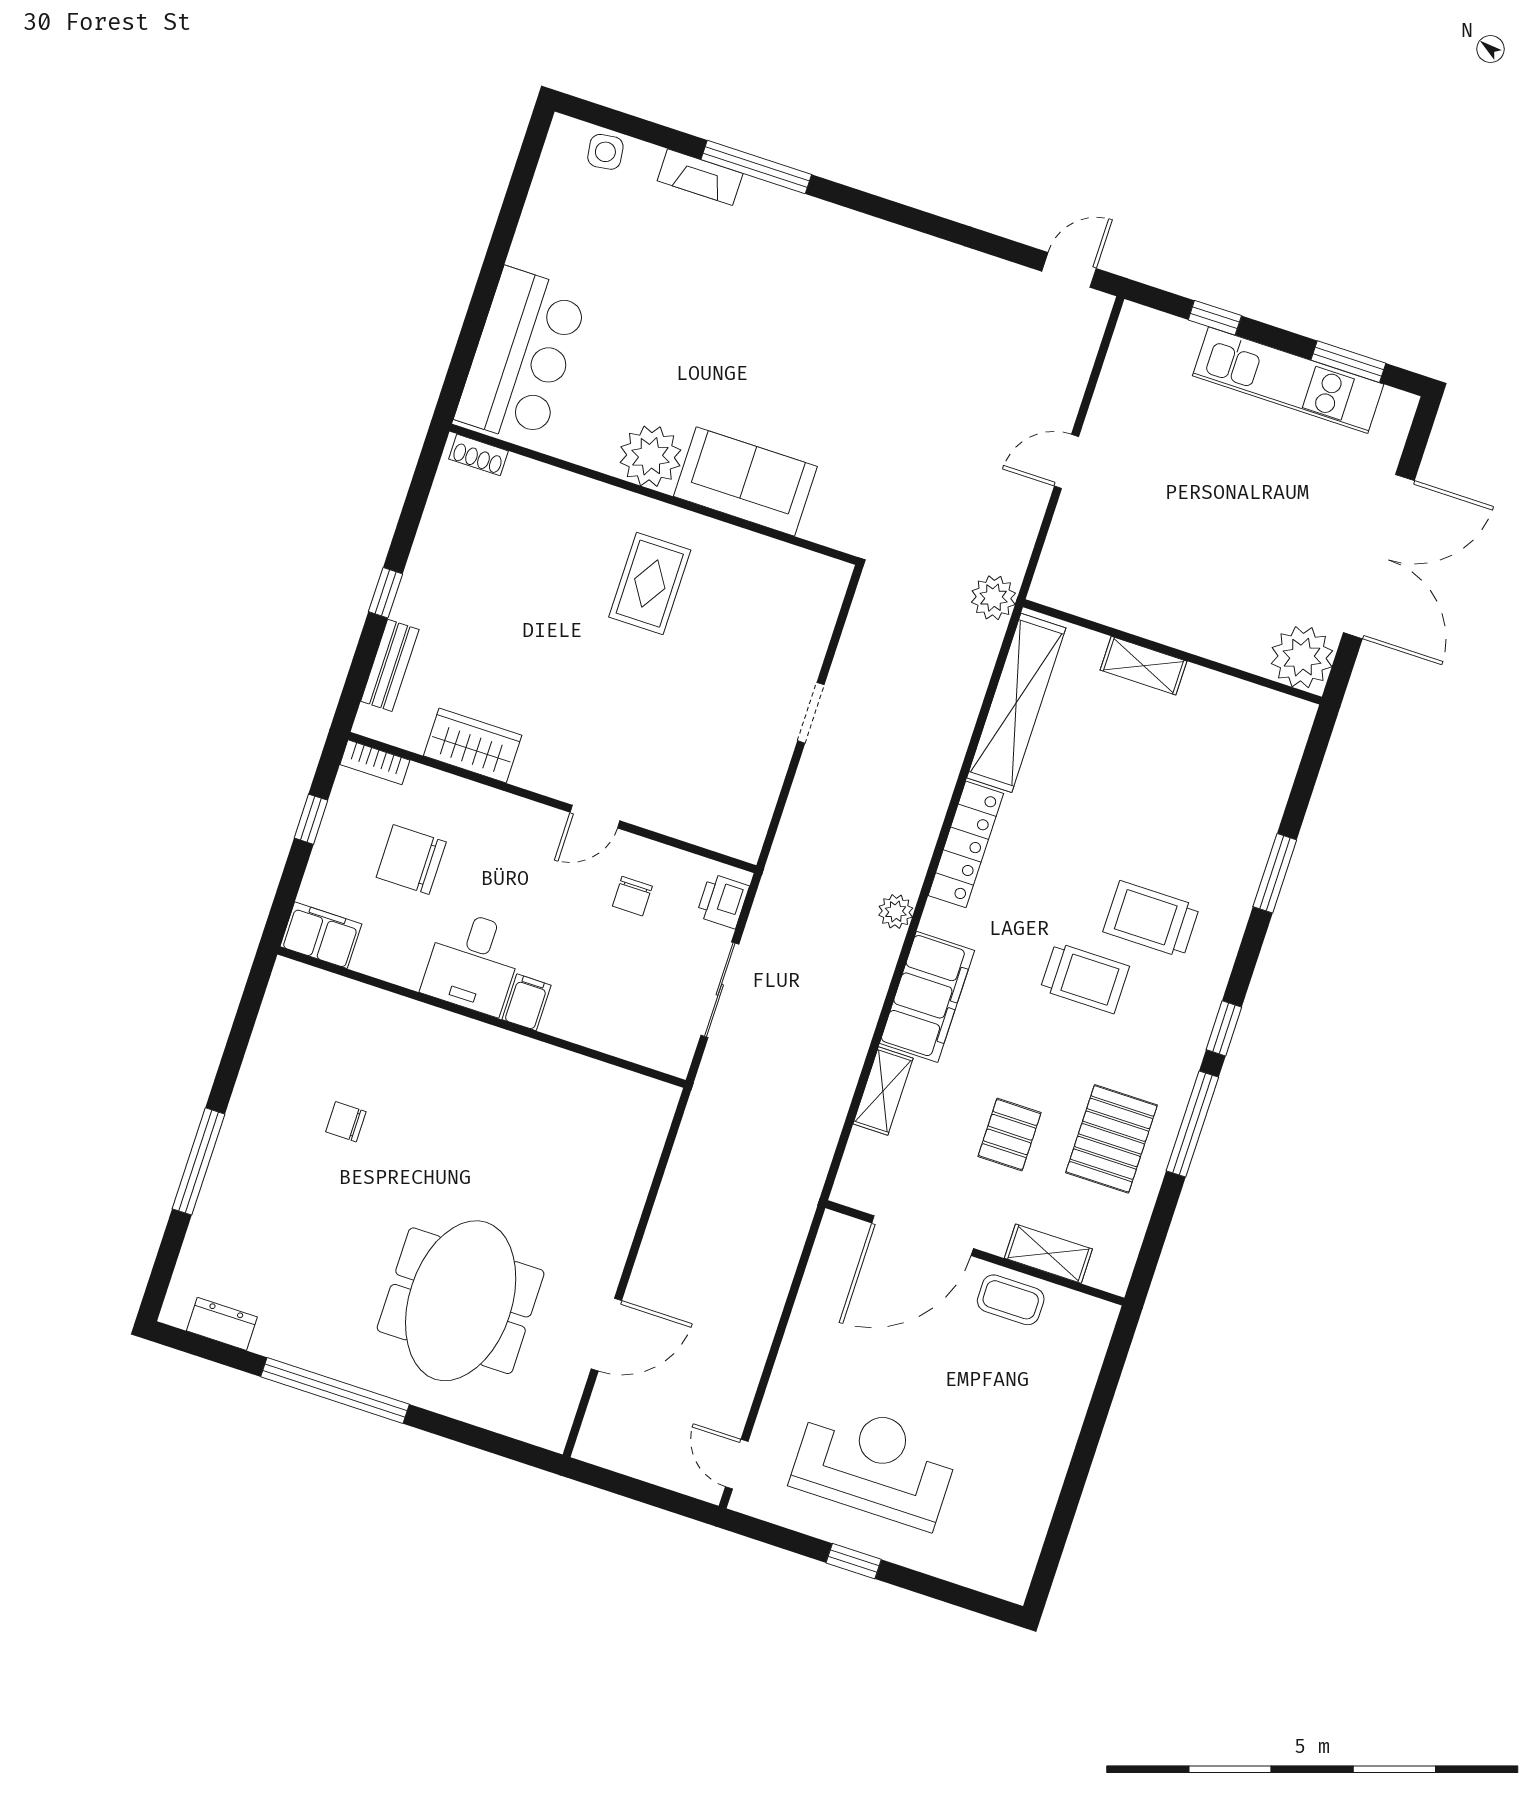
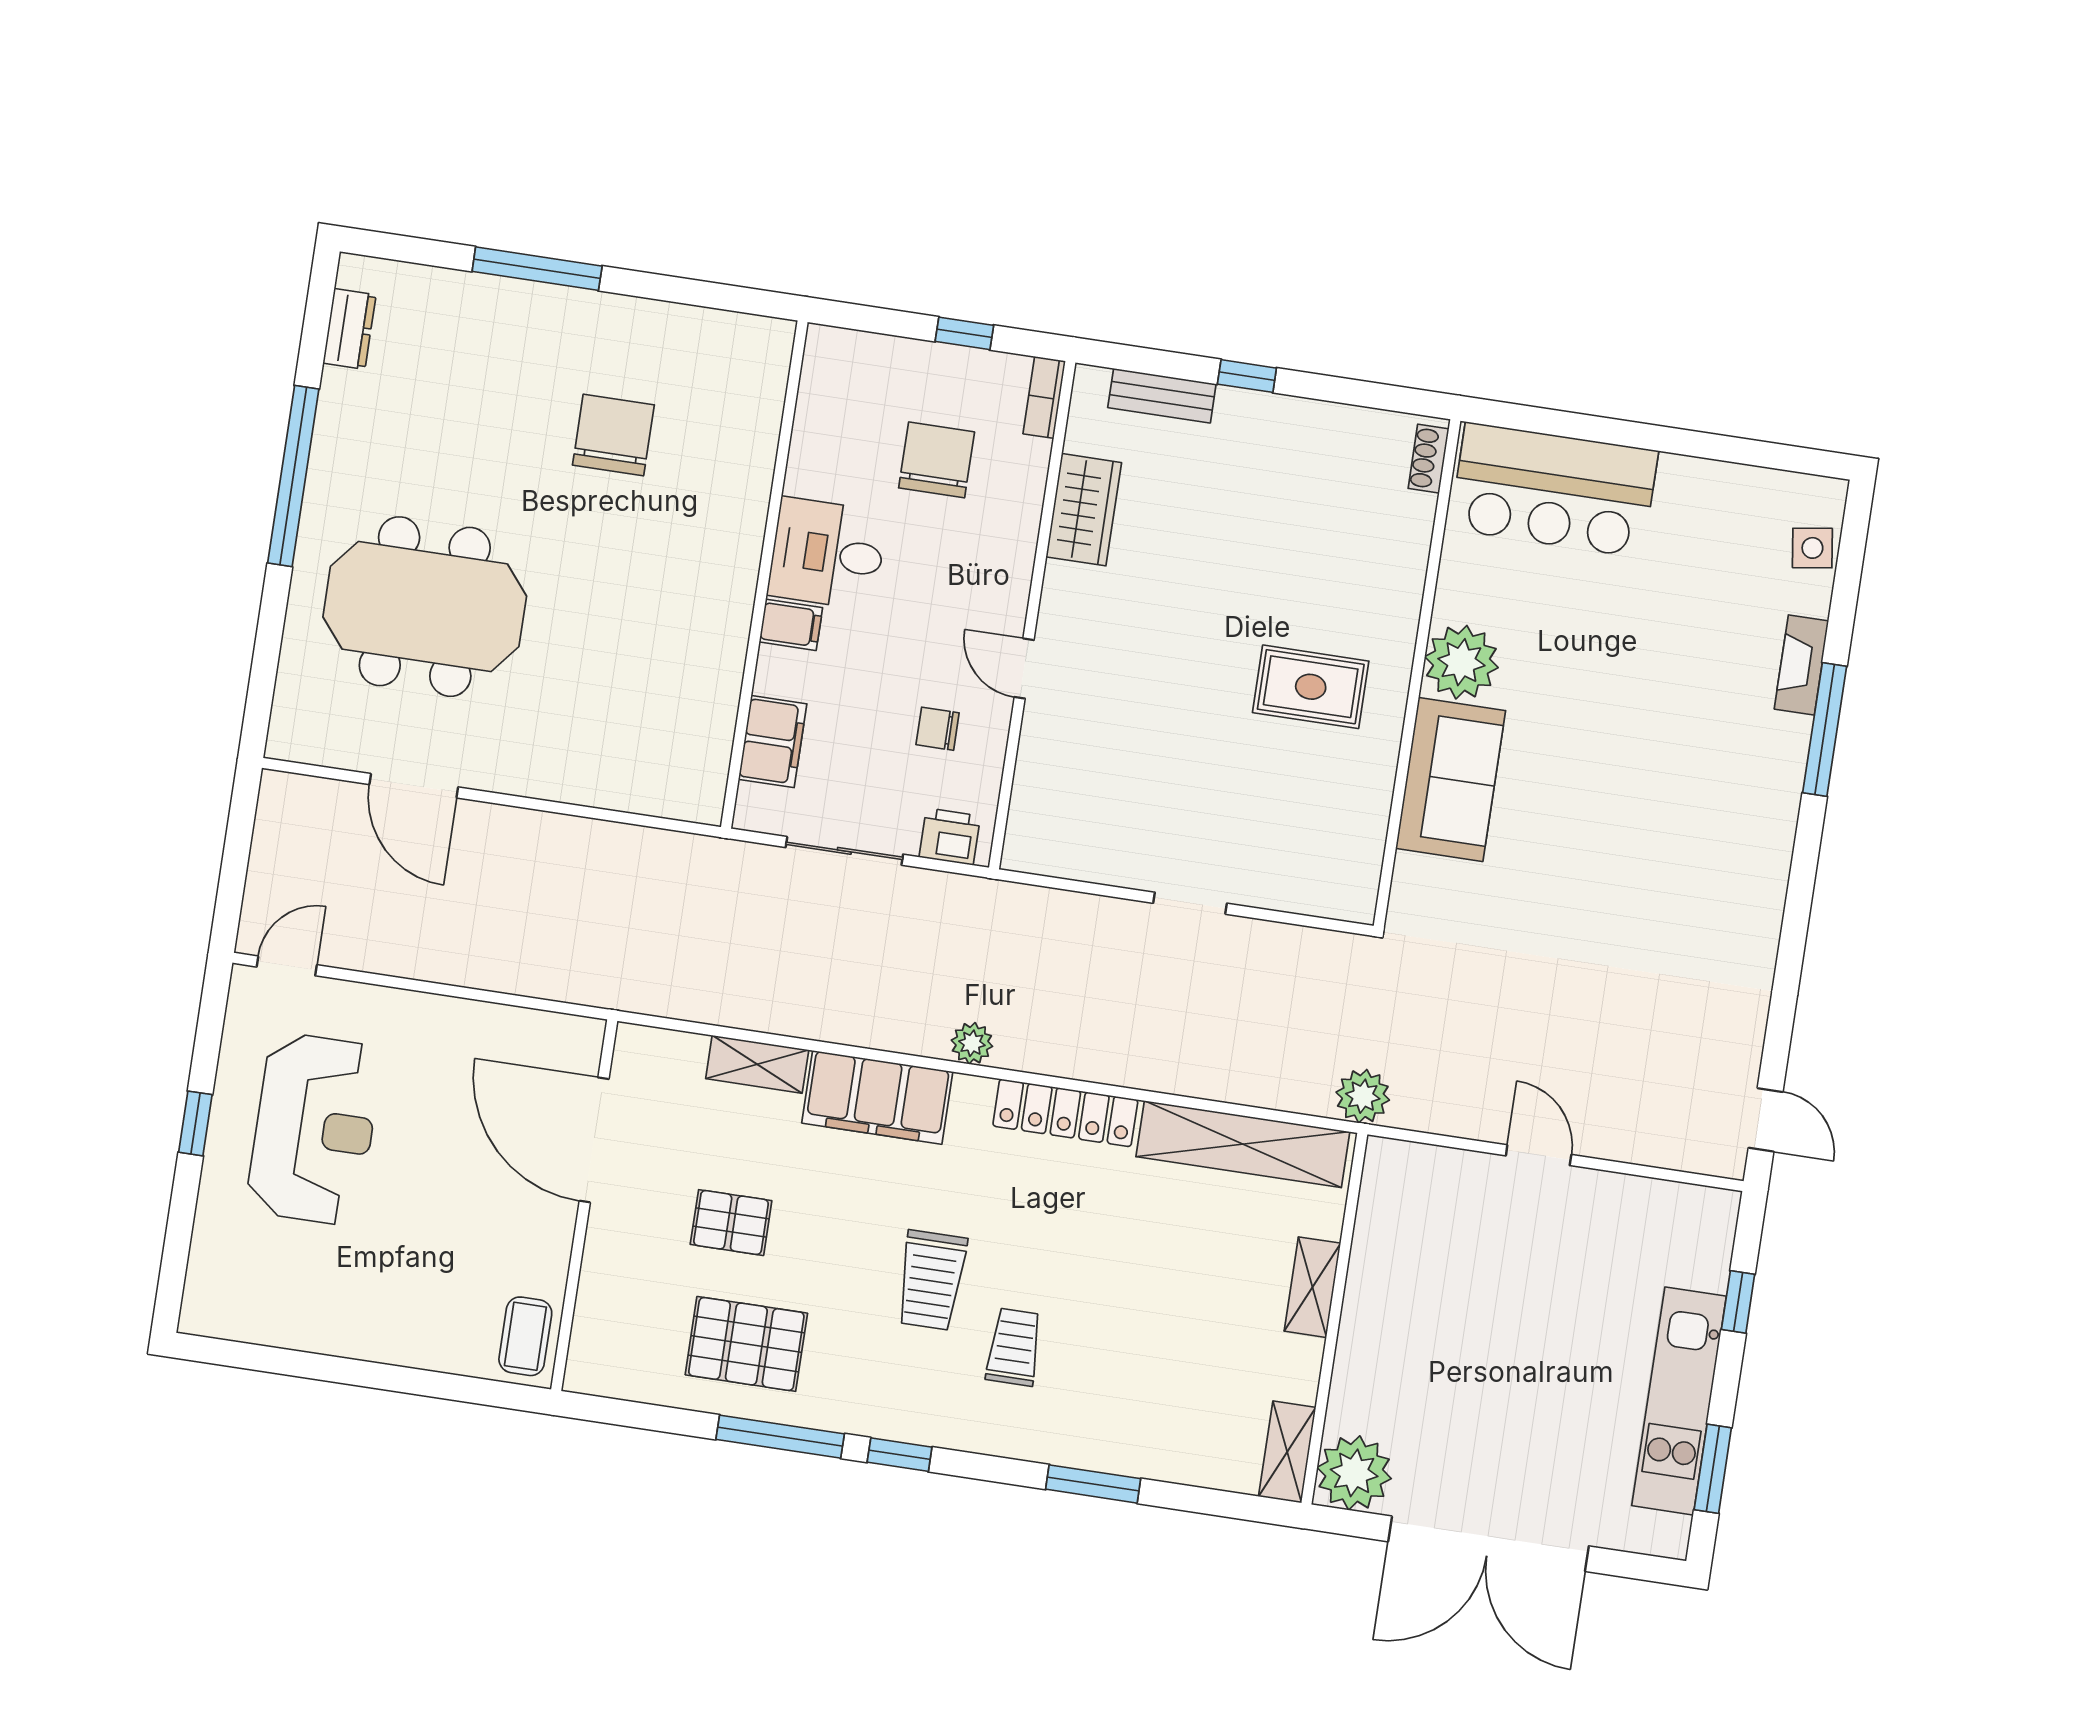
trolley: (1151, 919) -> (1014, 1347), width x0.73, depth x0.72
filing cabinet: (321, 935) -> (773, 742), moved
chair: (346, 1122) -> (613, 435), width x1.87, depth x1.87
shelving: (1048, 1254) -> (1287, 1452), moved
coffee table: (1011, 1300) -> (525, 1336), moved

